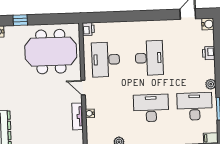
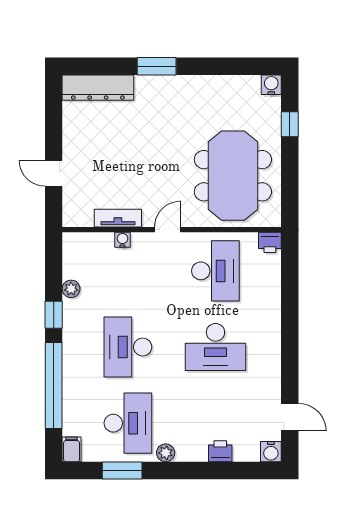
desk: (106, 60) -> (215, 271), turned 90
desk: (151, 108) -> (128, 347), turned 180

